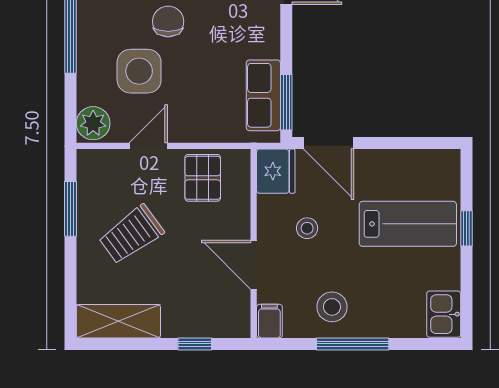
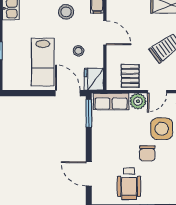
row of seats: (263, 95) -> (111, 102), moved, turned 90
plant: (187, 127) -> (138, 101), added
lab bench: (408, 224) -> (43, 62), moved, turned -90

